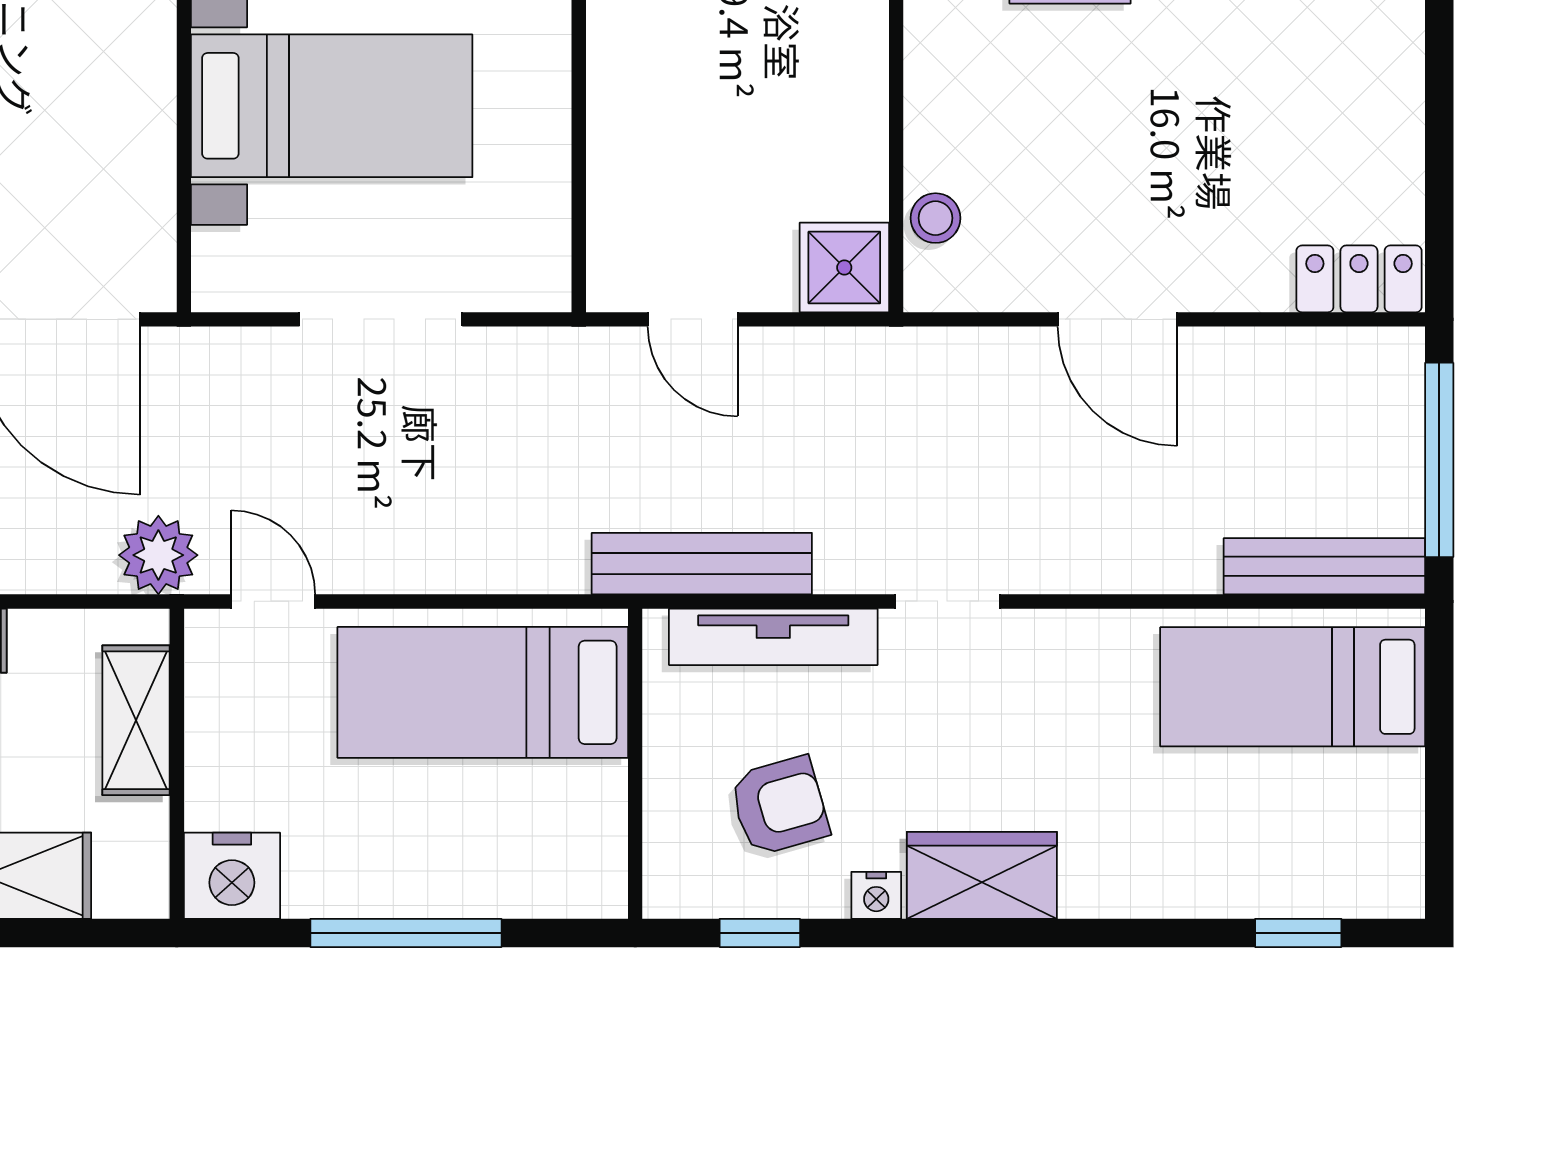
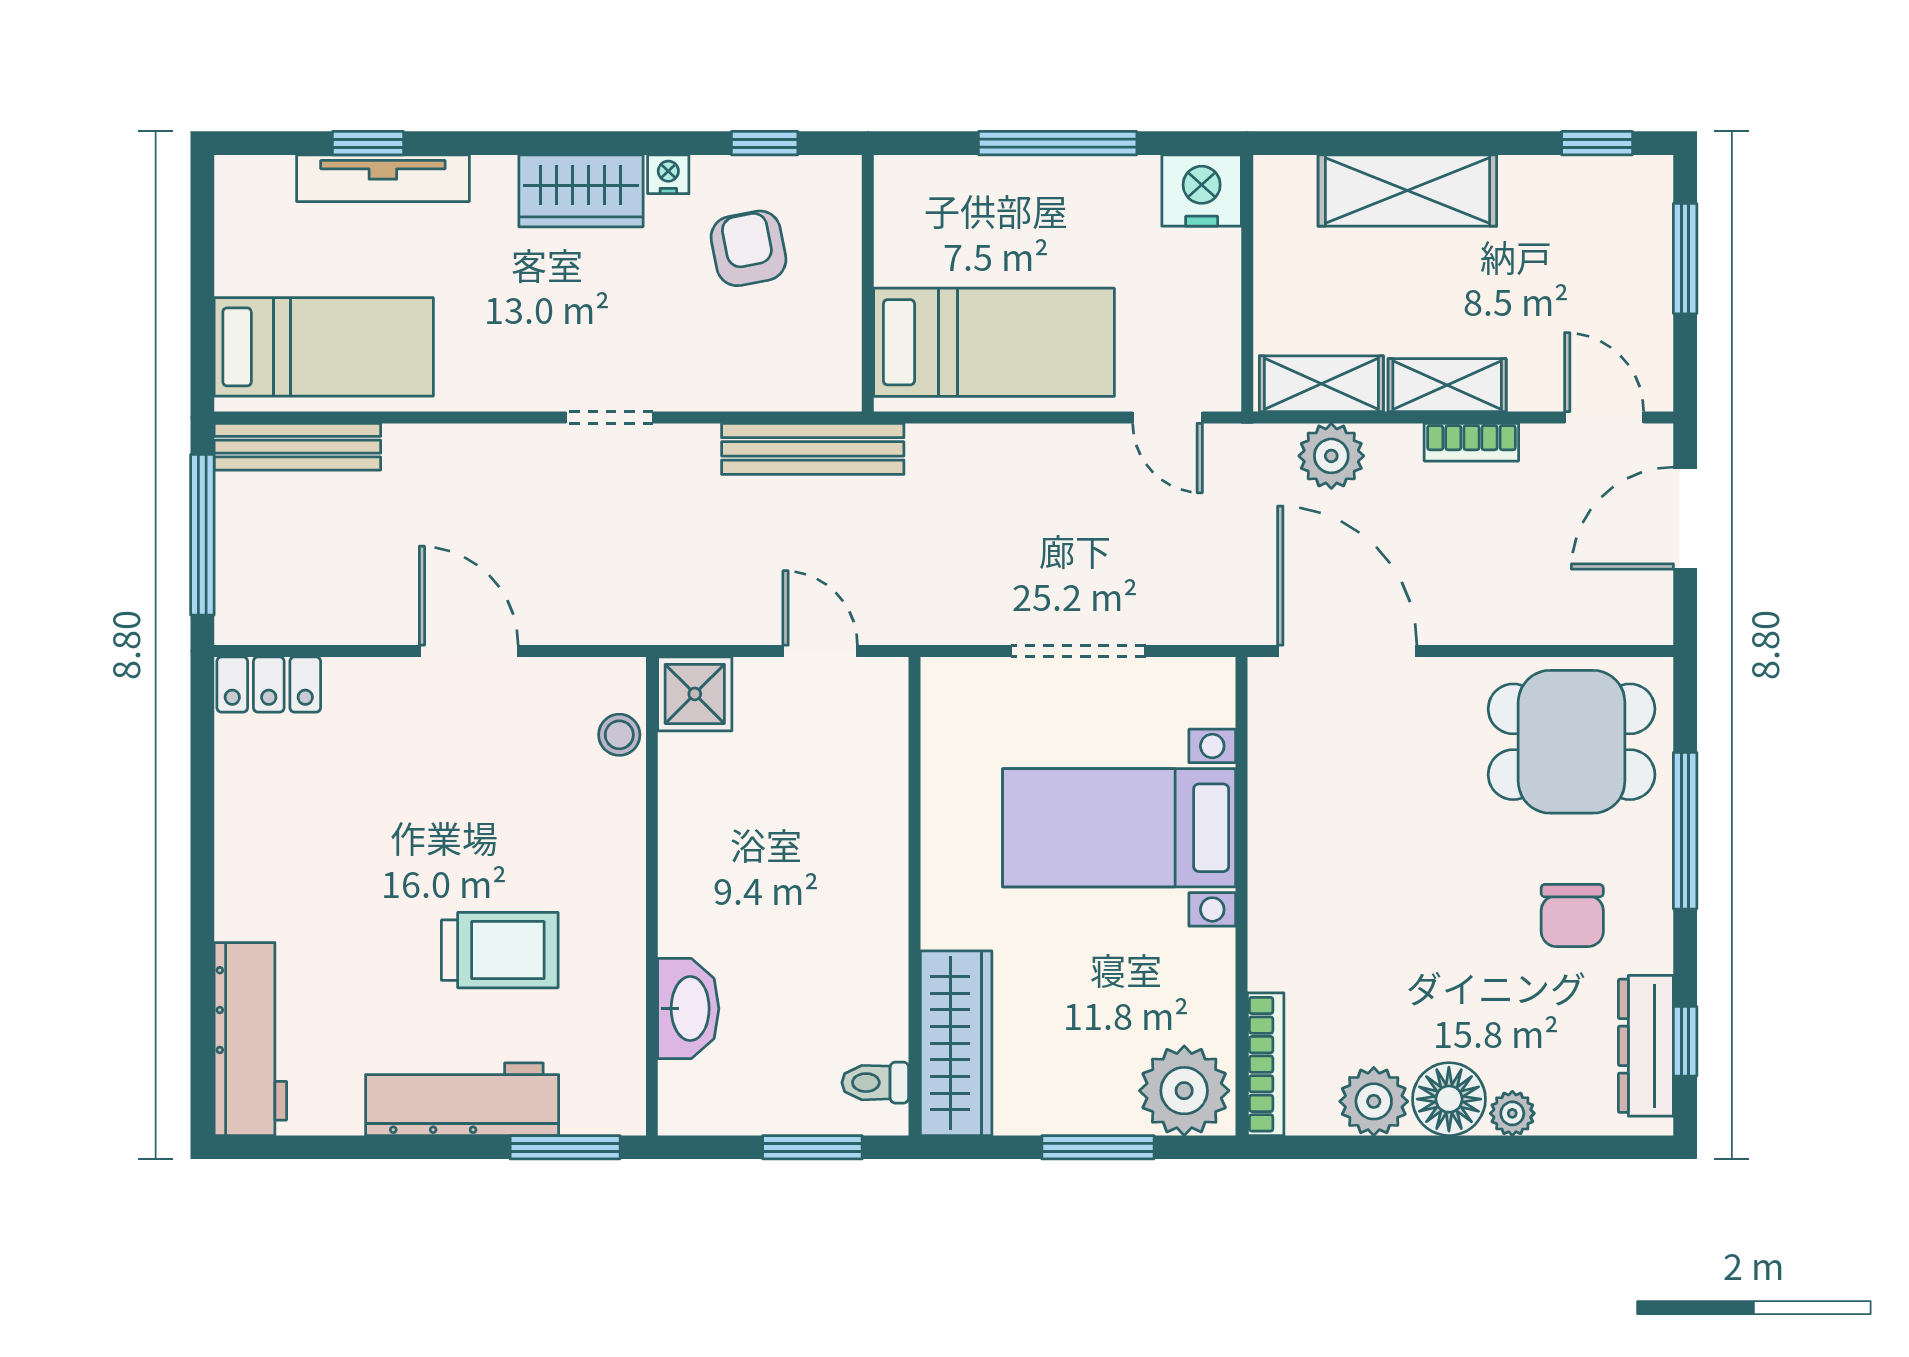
plant: (158, 555) -> (1331, 456), moved
tv unit: (773, 637) -> (383, 178), moved, turned 180
shelving: (136, 720) -> (1321, 384), moved, turned 90
armchair: (779, 806) -> (749, 248), turned 95
window: (1298, 933) -> (368, 143), moved

